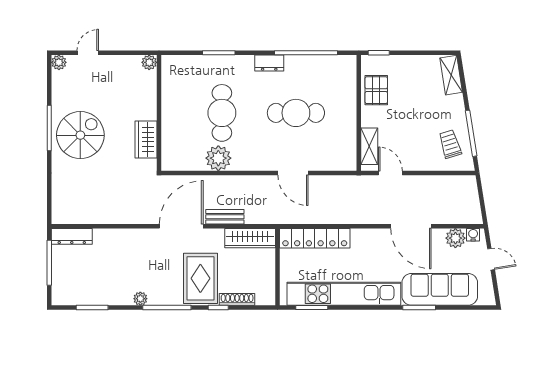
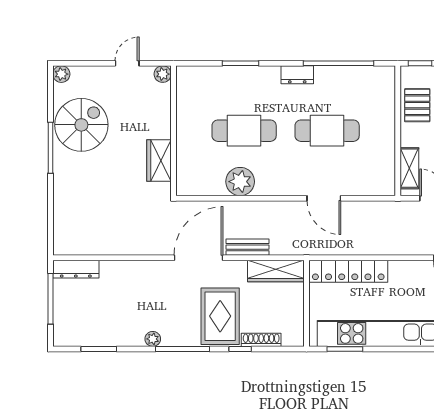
door: (88, 53) -> (127, 63), moved
cafe table: (222, 113) -> (244, 131), turned 90
spiral stairs: (80, 135) -> (81, 125), moved

